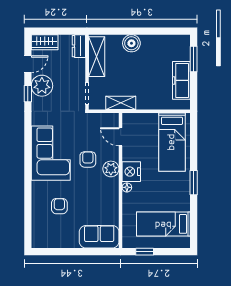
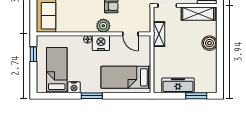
door: (121, 137) -> (130, 34), swing flipped
nightstand: (184, 204) -> (74, 87), added

